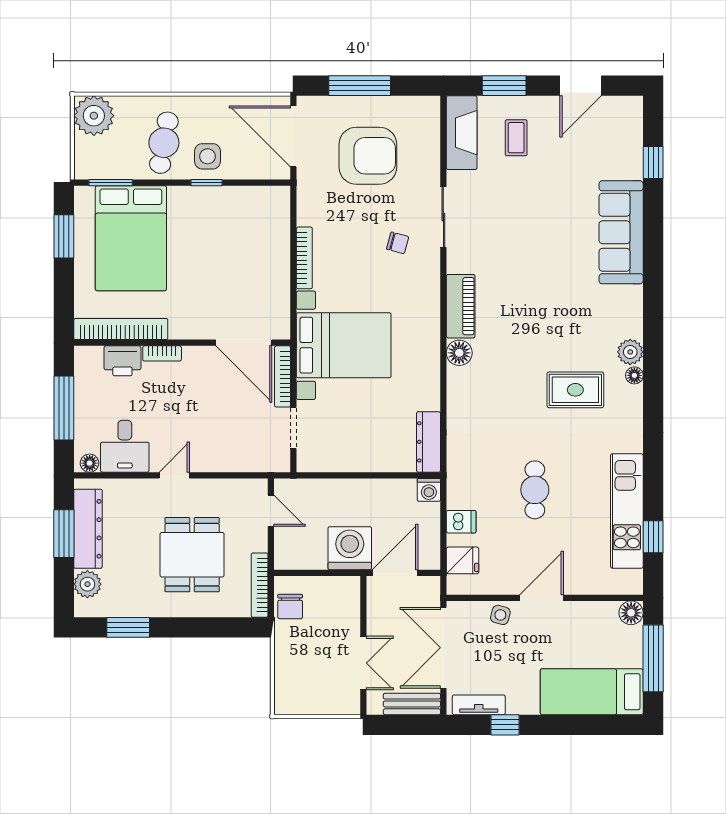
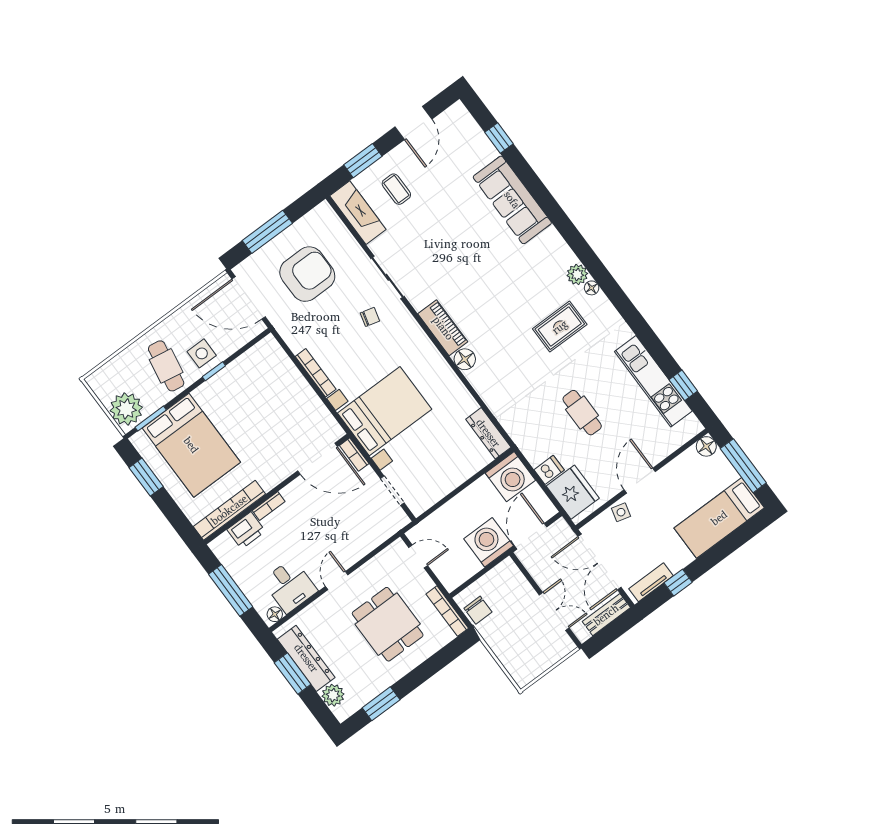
plant: (94, 116) -> (126, 409), moved
bookcase: (283, 376) -> (354, 455), width x0.64
washing machine: (429, 490) -> (510, 477), width x1.89, depth x1.89
fridge: (463, 560) -> (573, 492), width x1.88, depth x1.34

